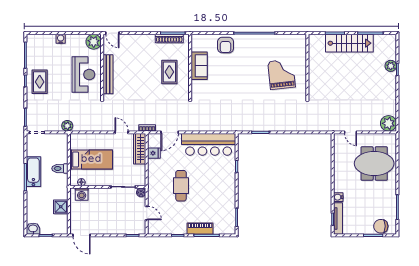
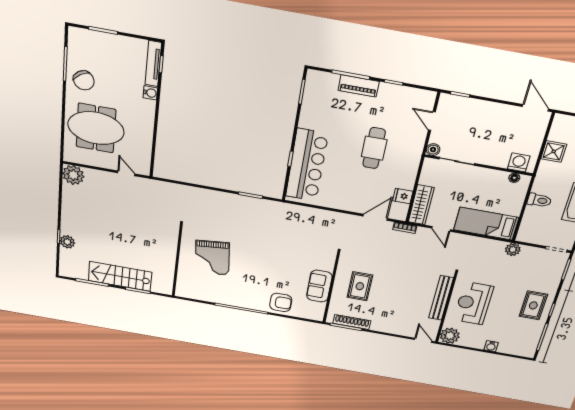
armchair: (226, 45) -> (281, 302), turned 90
bar counter: (209, 144) -> (307, 165), moved, turned 90
bed: (91, 159) -> (486, 224), moved
chair: (381, 226) -> (84, 80), moved, turned 57

